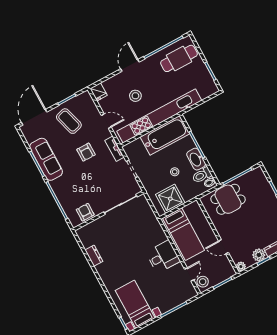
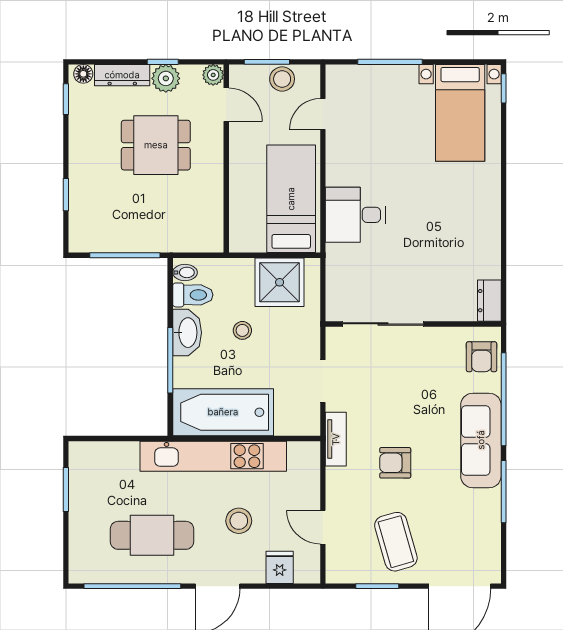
cafe table: (179, 58) -> (152, 535), moved
fridge: (99, 92) -> (280, 567), moved
kitchen unit: (159, 116) -> (213, 456), width x0.73
door: (106, 121) -> (323, 527), moved
armchair: (86, 152) -> (395, 463), turned -90
sofa: (46, 159) -> (481, 440), moved
dining table: (228, 199) -> (156, 145), moved
armchair: (85, 212) -> (482, 357), moved
door: (224, 247) -> (226, 105), moved
dresser: (94, 256) -> (489, 301), moved
desk: (163, 257) -> (355, 215), moved
stool: (203, 282) -> (282, 79), moved

